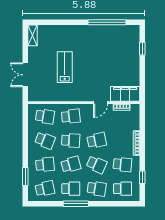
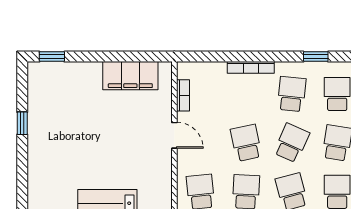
window: (107, 22) -> (22, 123), width x0.32
window: (142, 49) -> (52, 57), moved
filing cabinet: (125, 94) -> (130, 76), moved, turned -90

